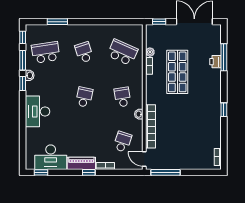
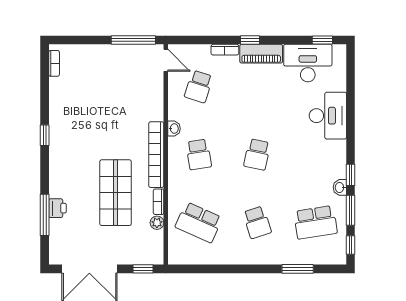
desk: (37, 111) -> (328, 116), moved
bookcase: (150, 126) -> (156, 155), moved

